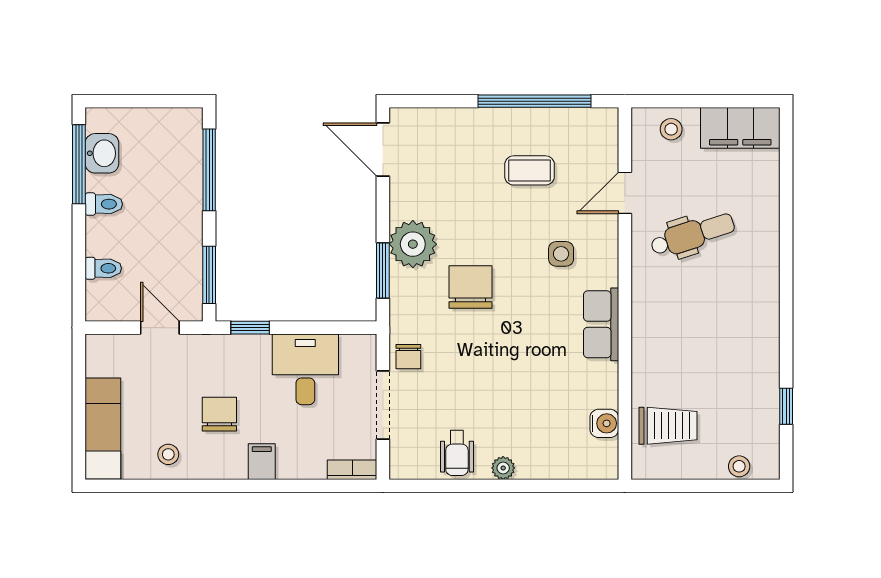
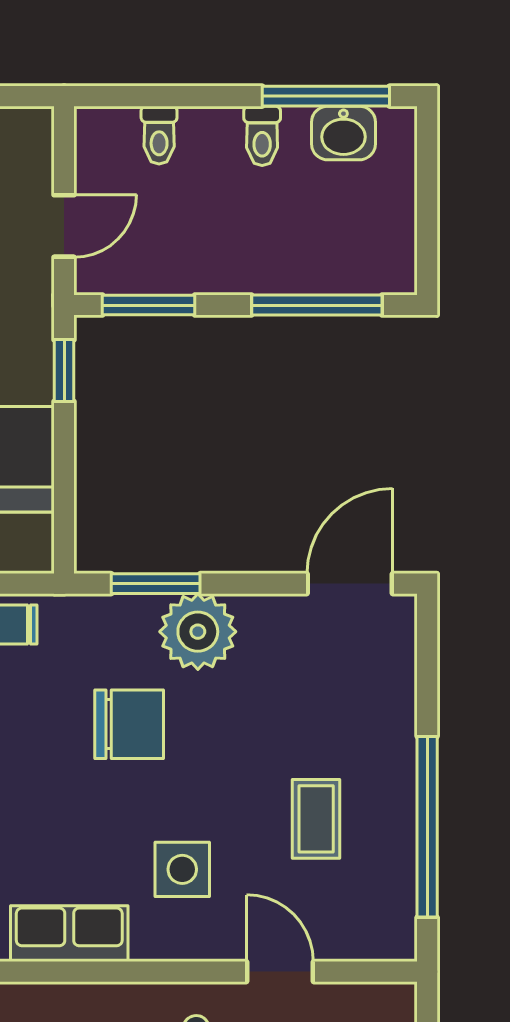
side table: (561, 254) -> (182, 869), width x1.37, depth x1.37

